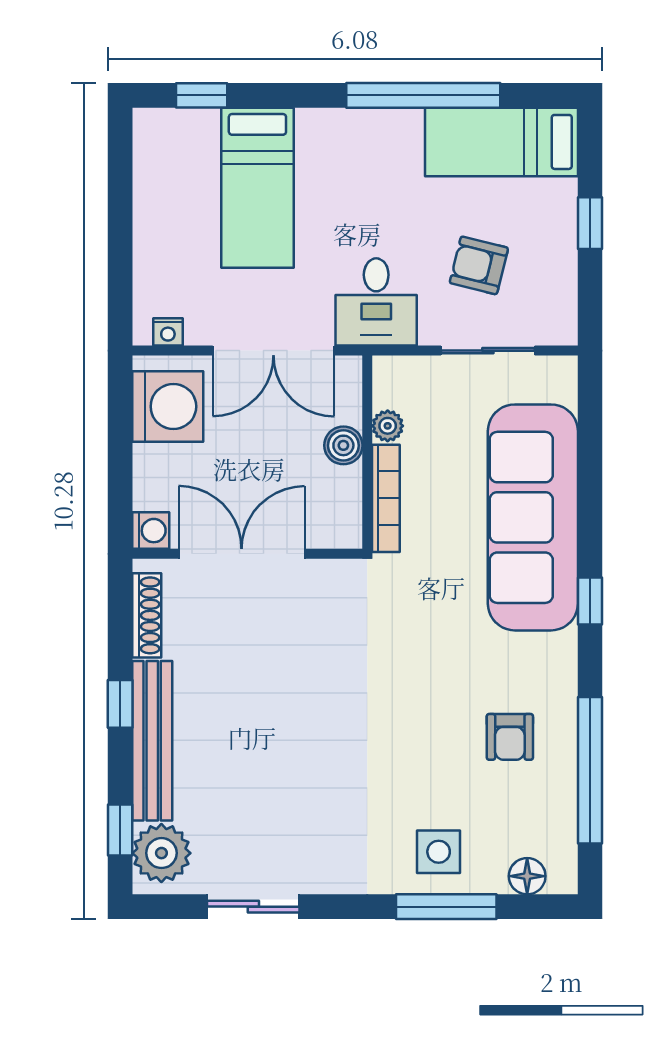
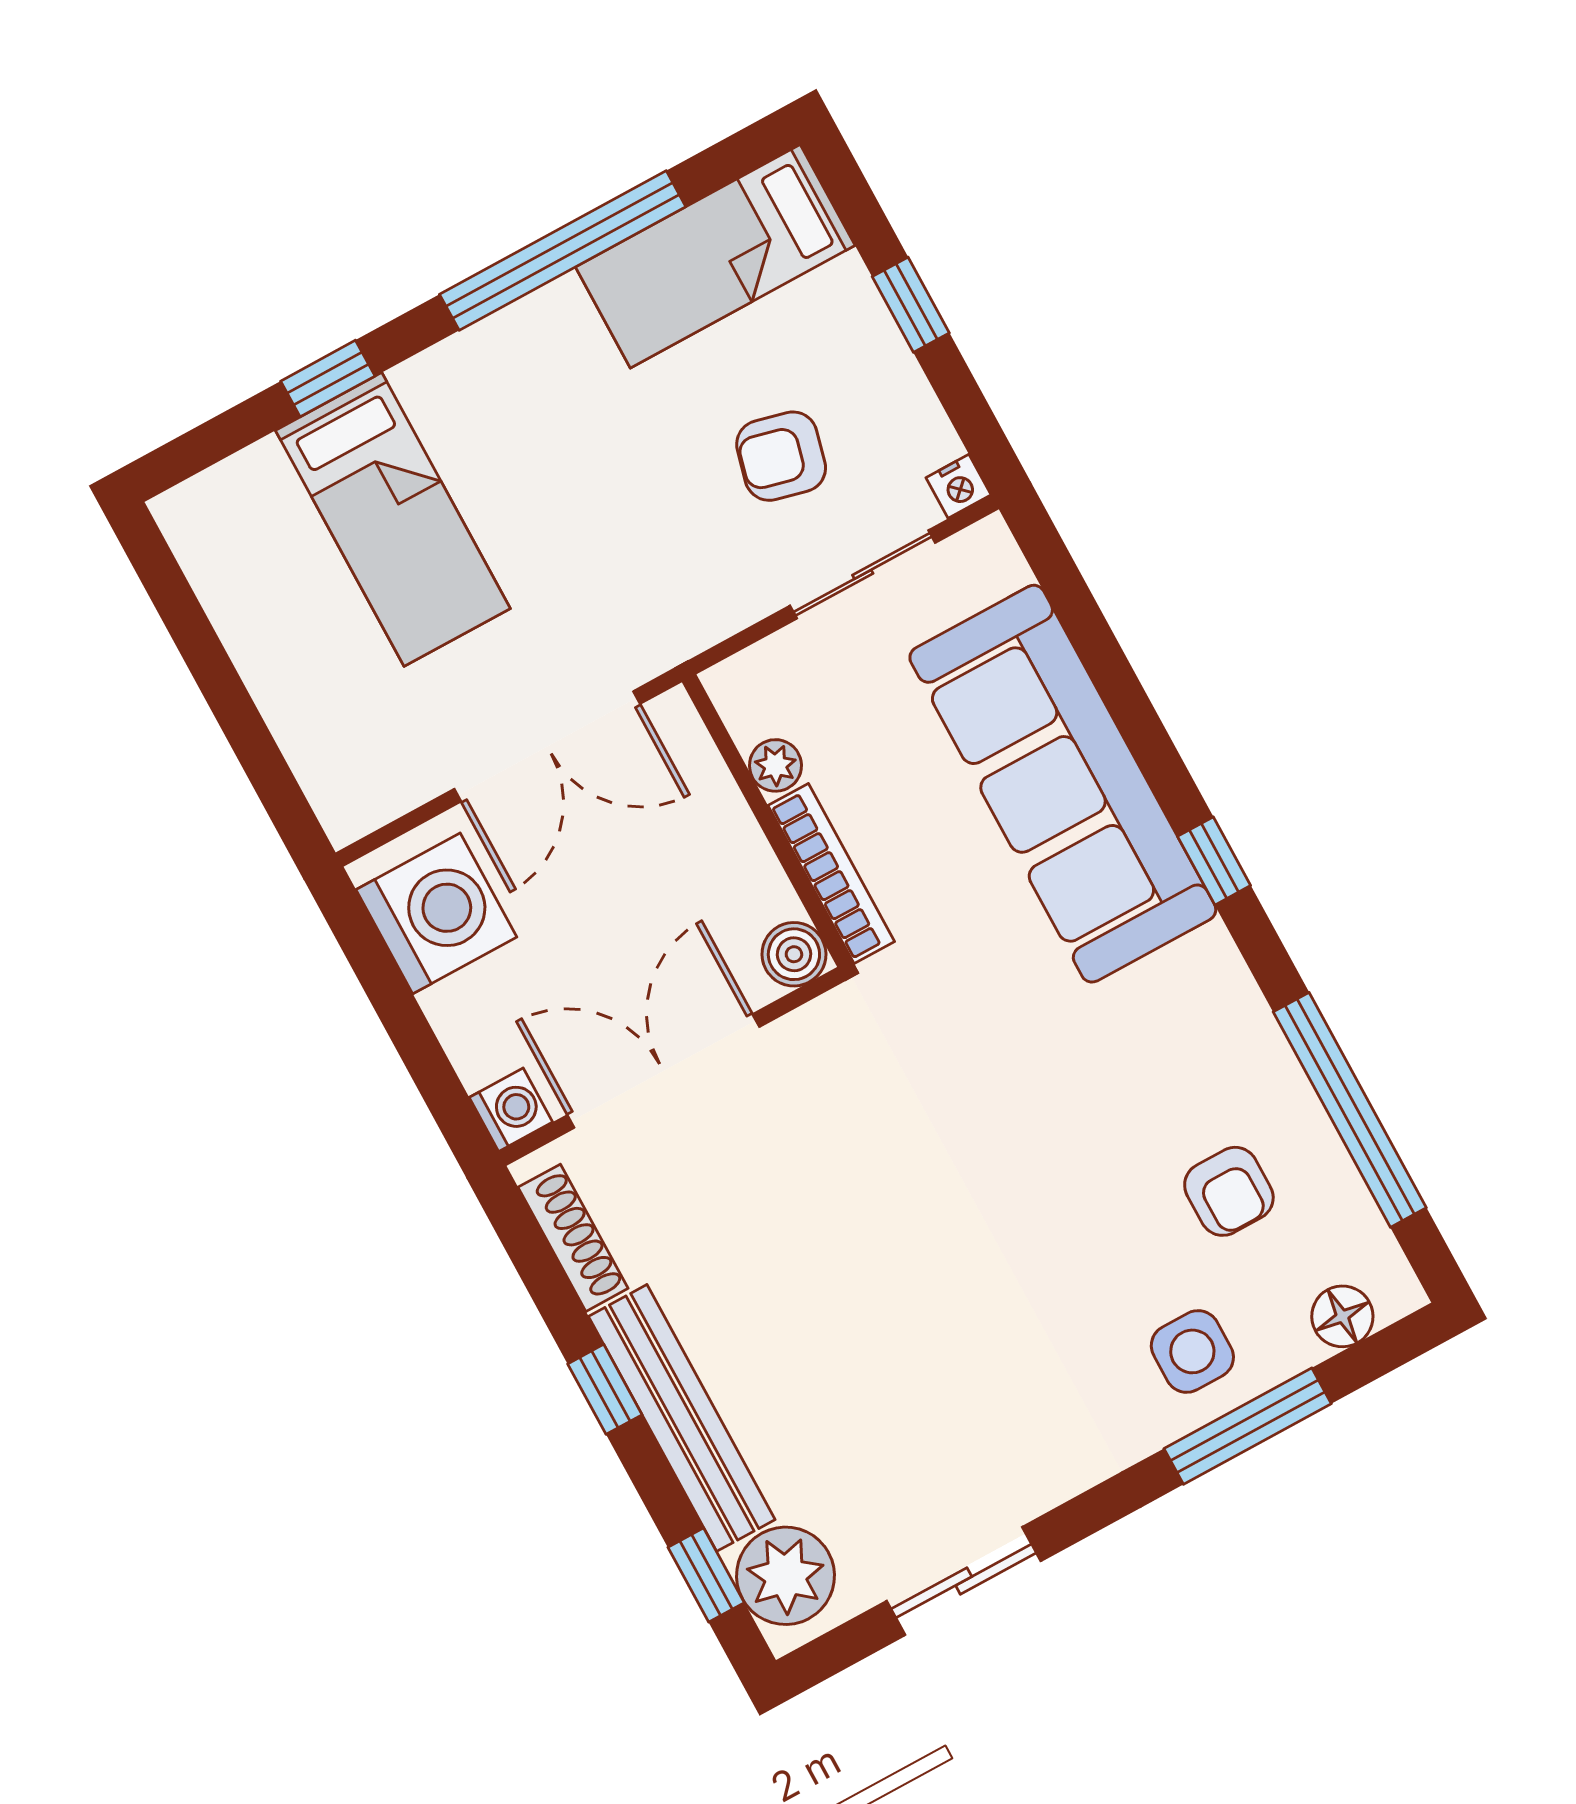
window: (202, 95) -> (328, 379), moved
desk: (376, 302) -> (659, 592), removed
nightstand: (168, 332) -> (959, 486), moved
boiler: (343, 445) -> (794, 954), moved
armchair: (510, 737) -> (1229, 1191), moved

